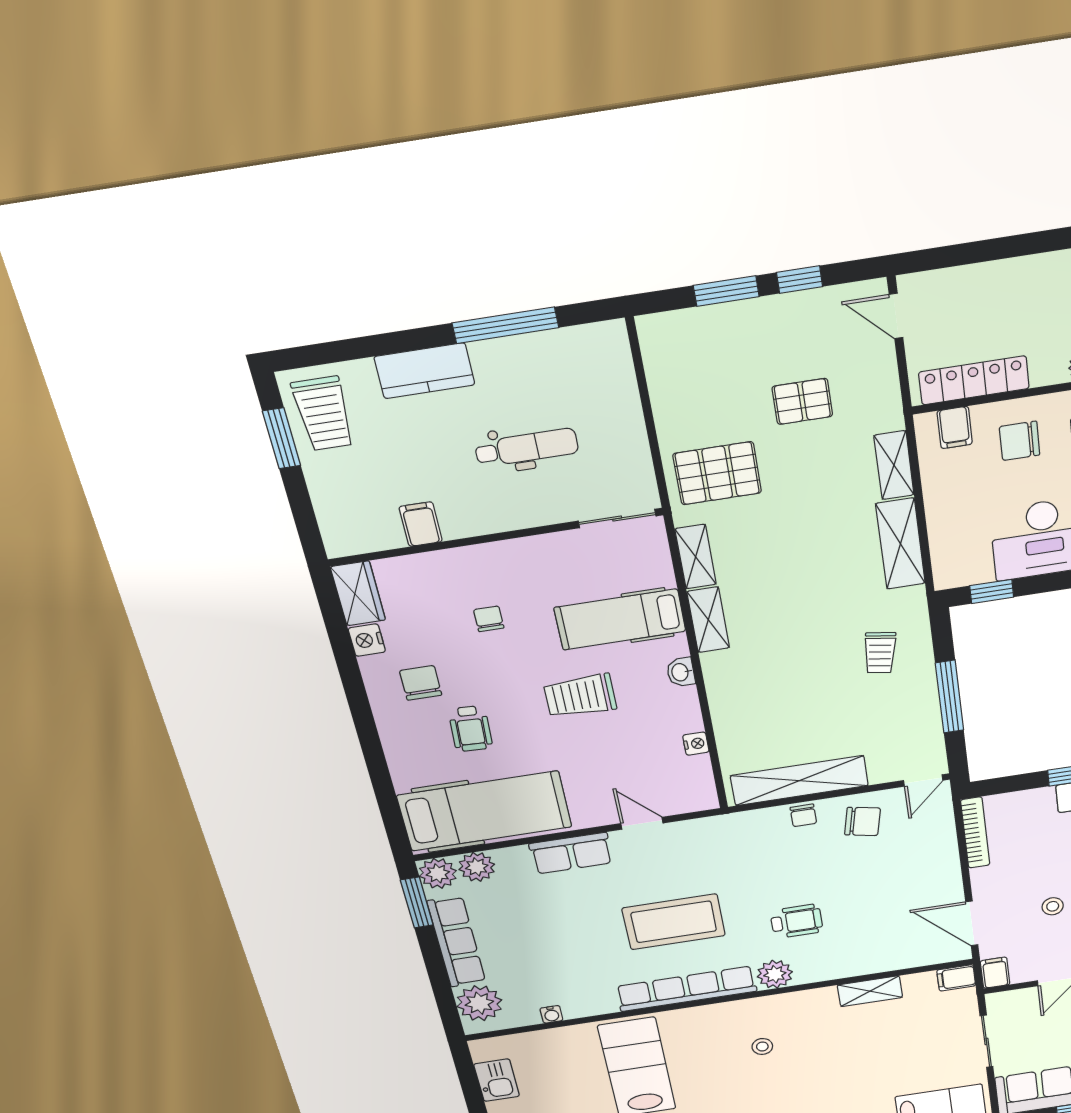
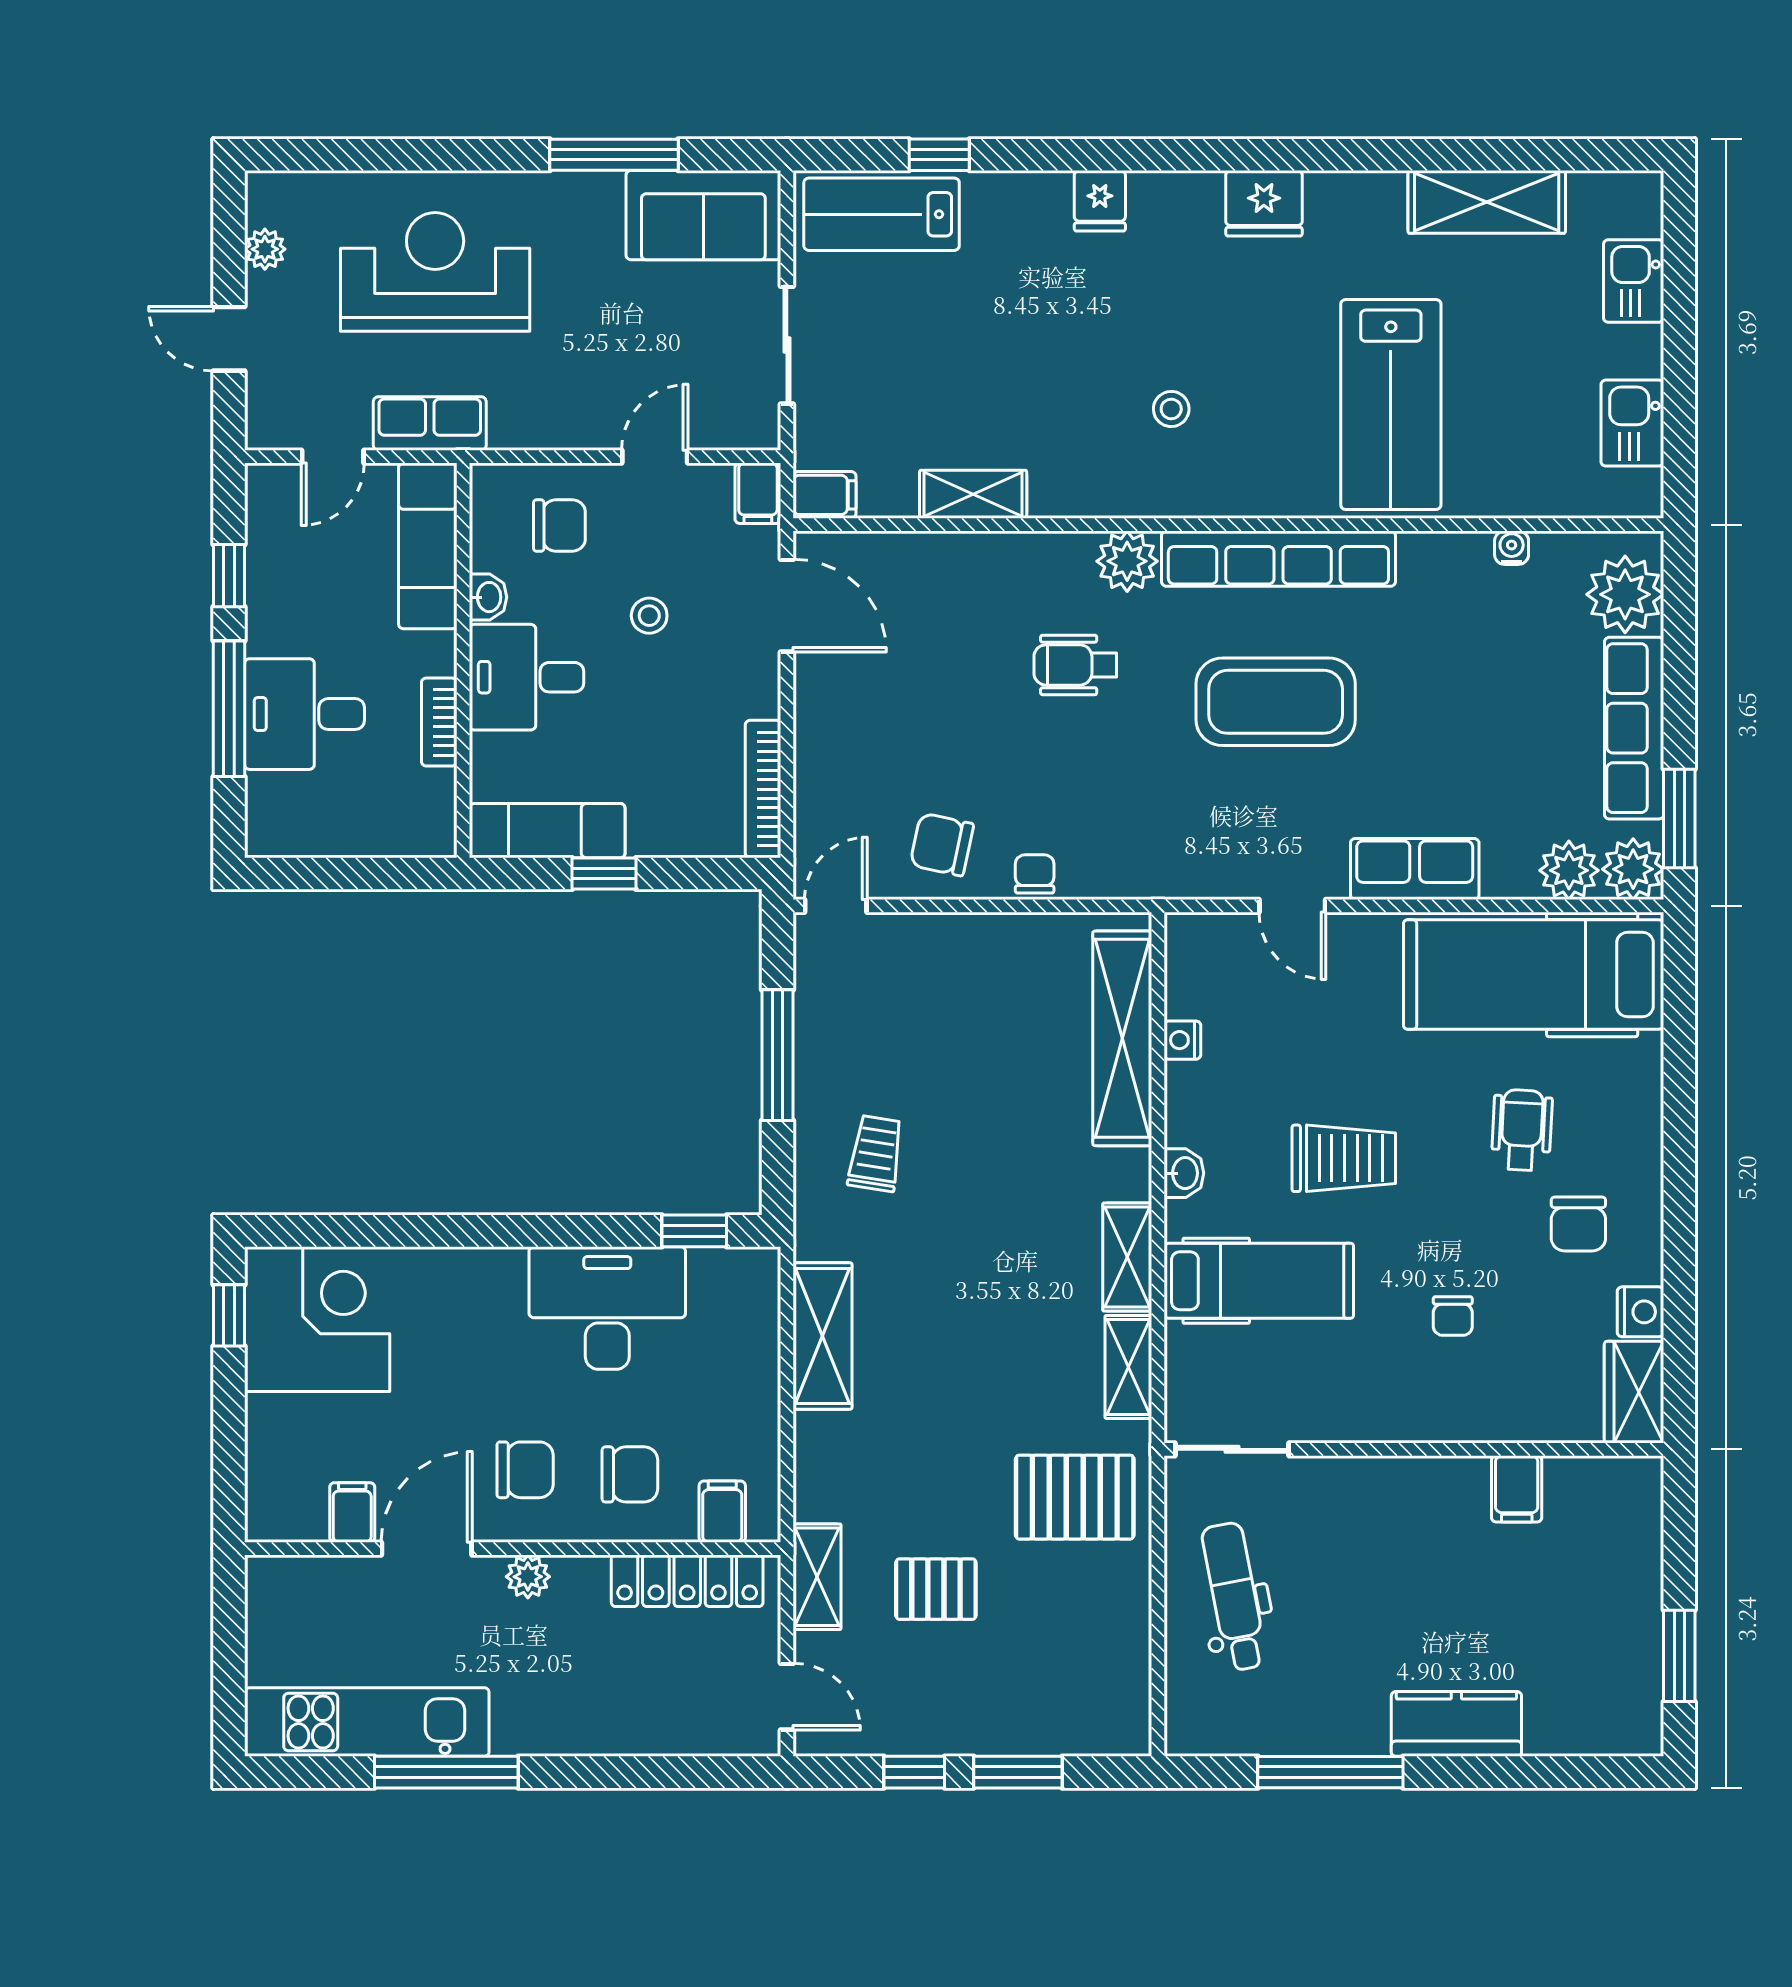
trolley: (324, 414) -> (1611, 1683), removed
dental chair: (527, 448) -> (1234, 1597), moved, turned 79
shelving: (894, 465) -> (817, 1577), moved
shelving: (799, 781) -> (1122, 1038), moved, turned 90

